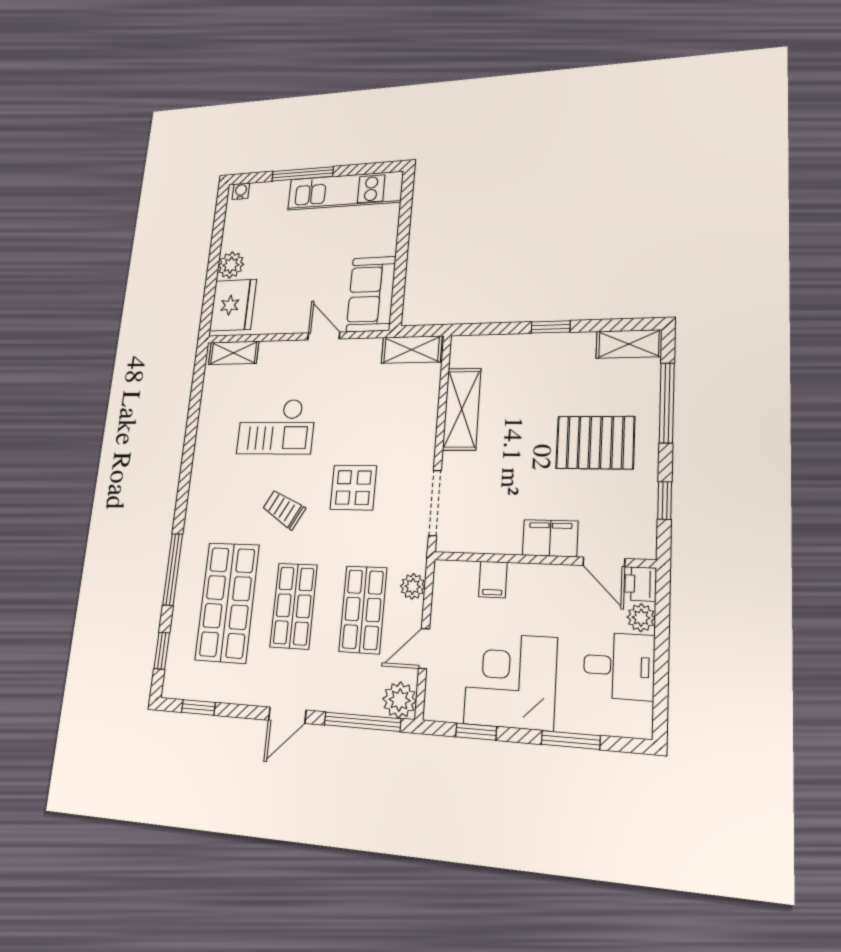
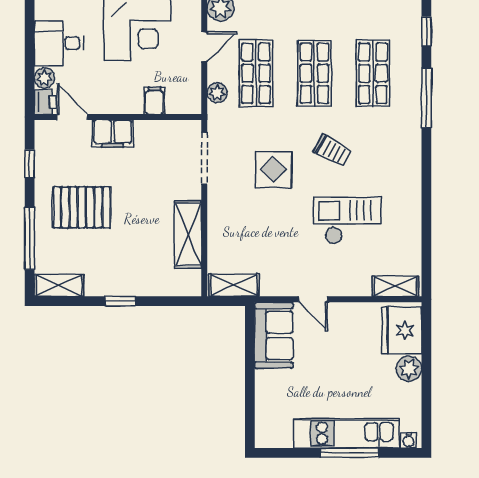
kitchen unit: (345, 191) -> (346, 433), moved
shop shelf: (227, 602) -> (373, 73), width x0.70, depth x0.74

